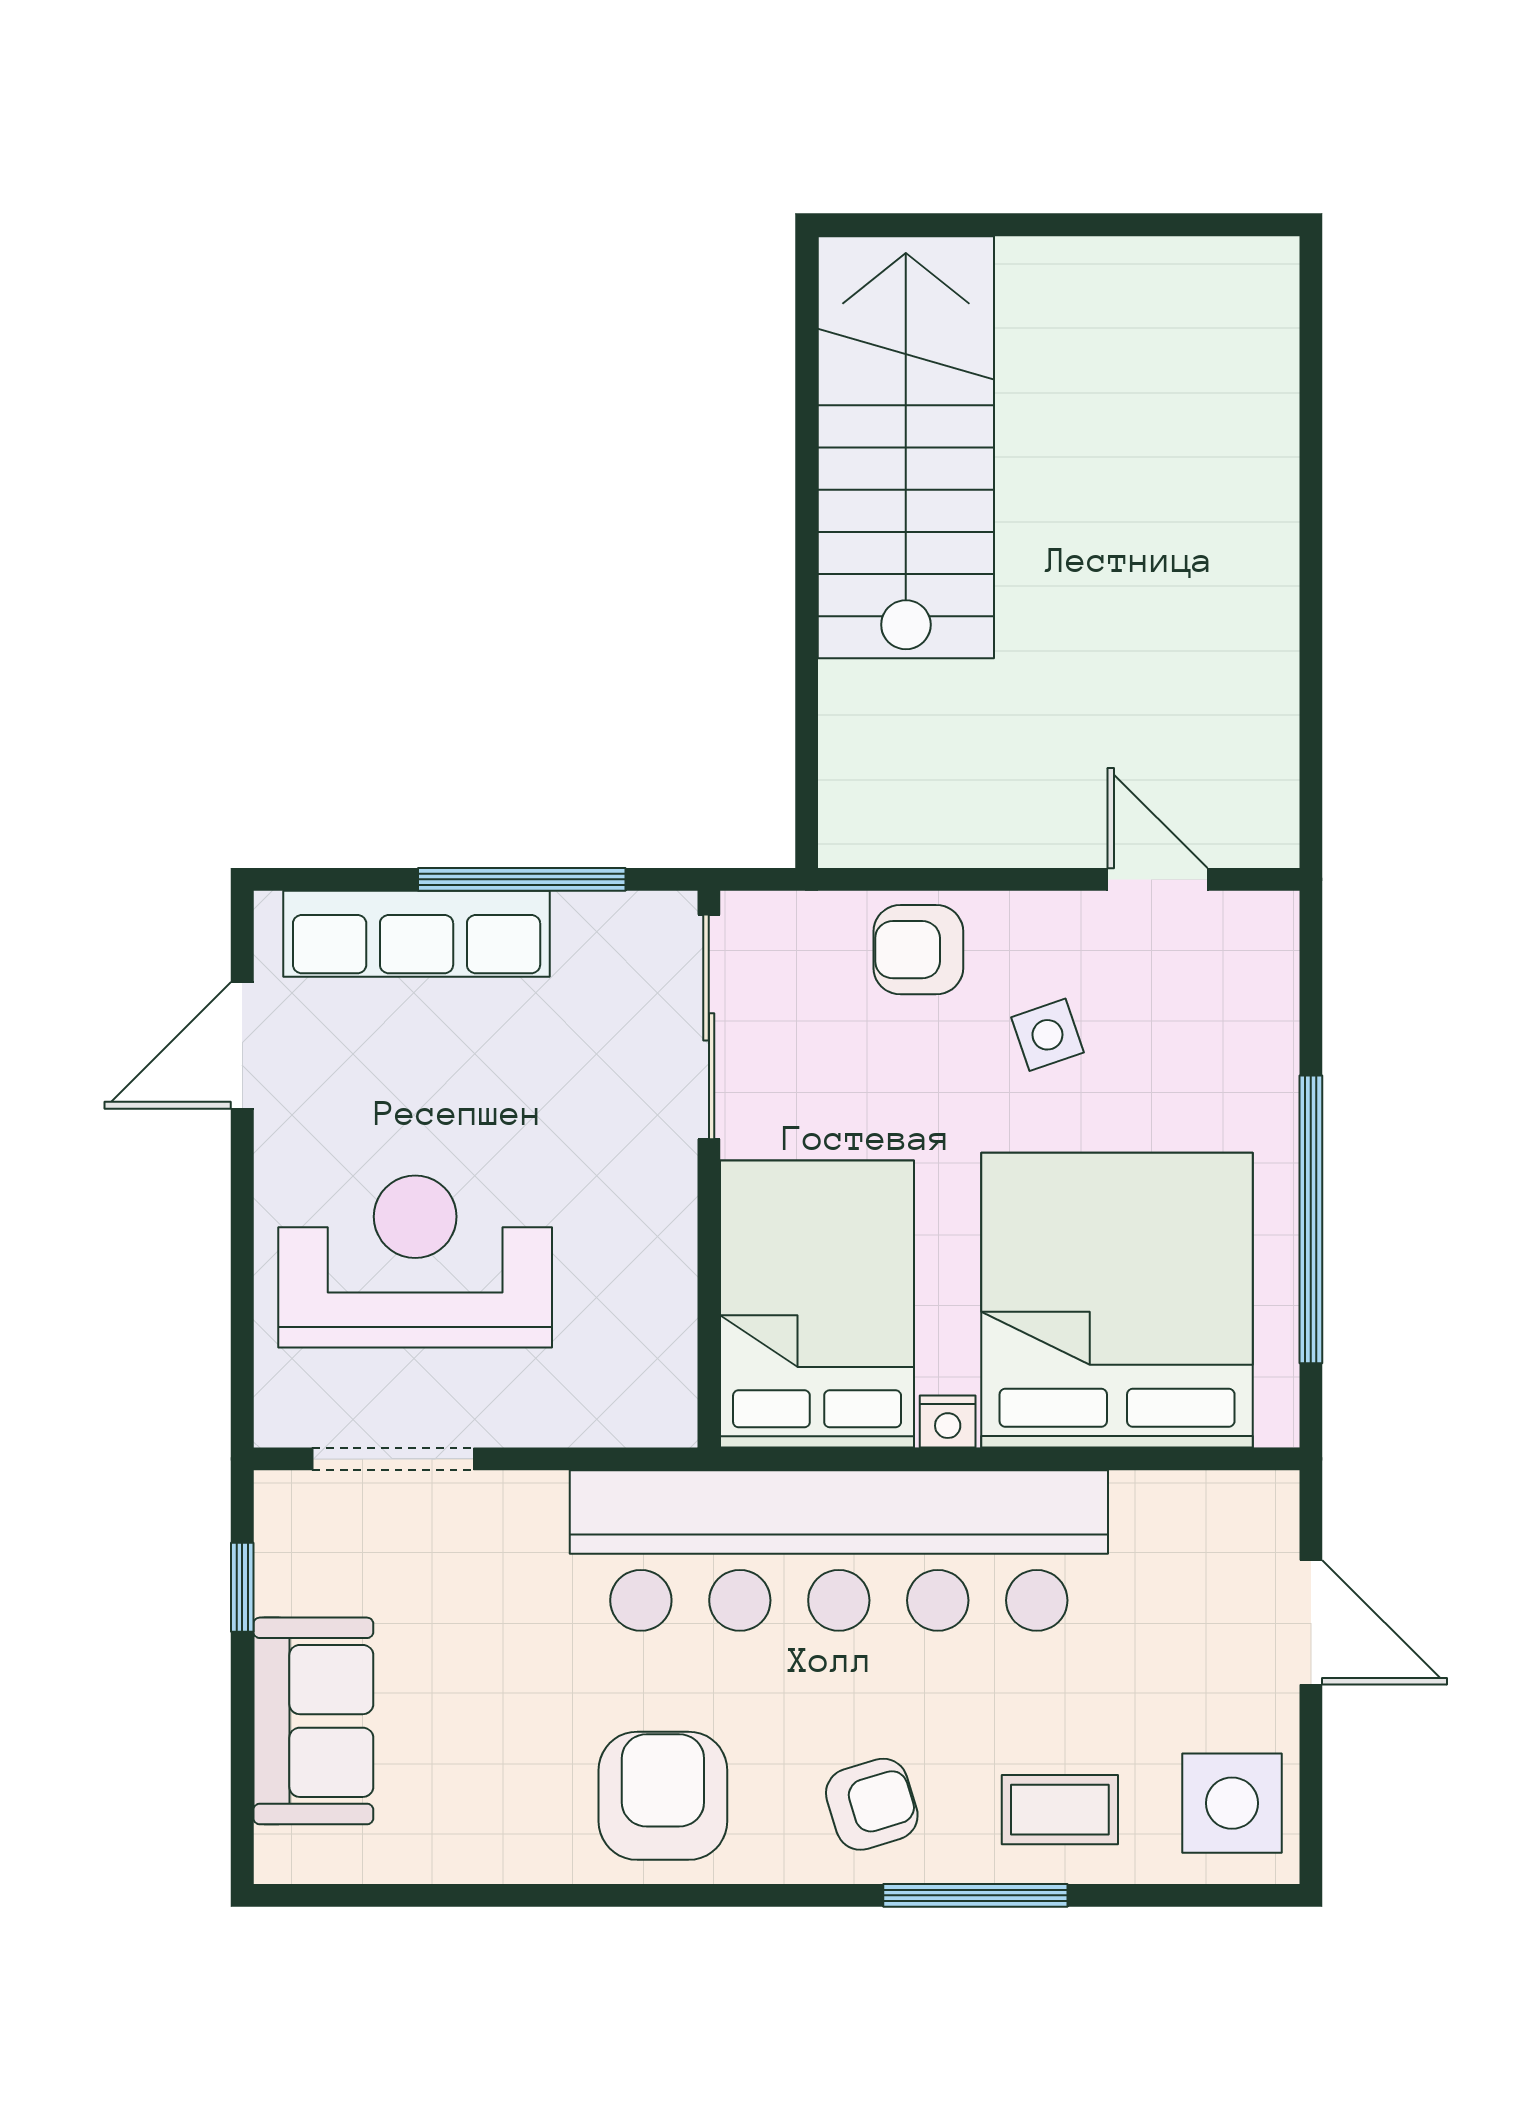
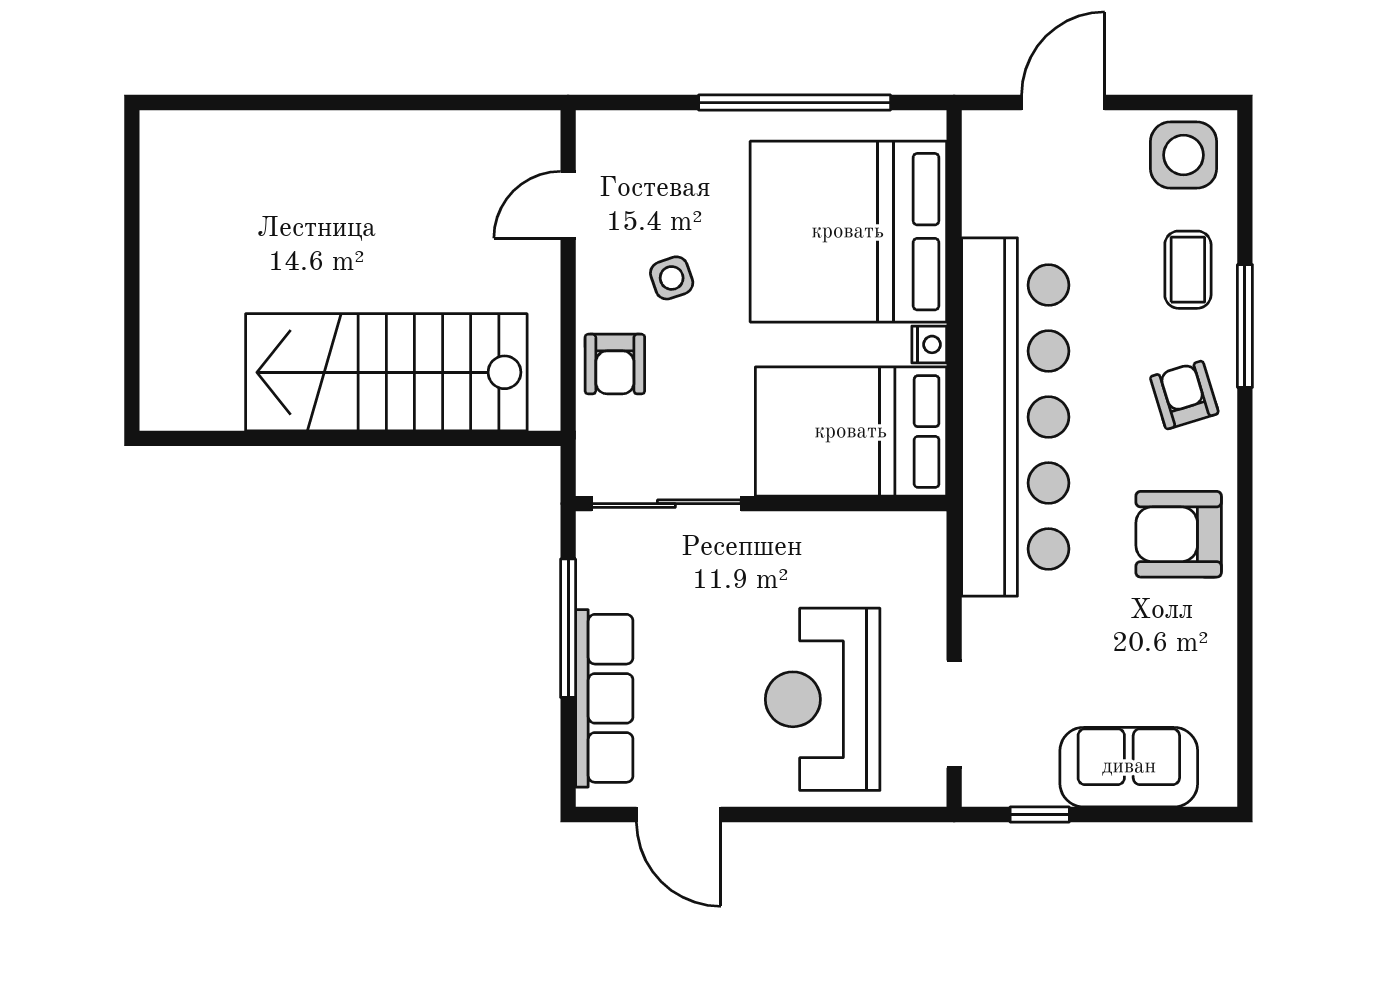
stairs: (906, 447) -> (386, 372), moved

